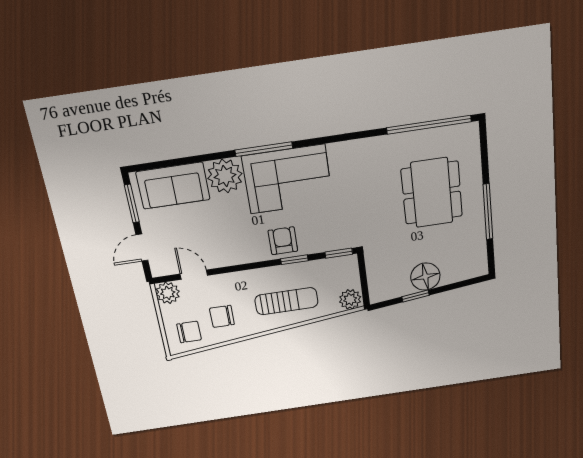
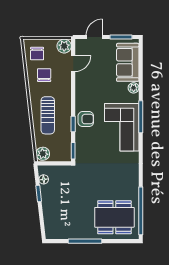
plant: (225, 176) -> (134, 88), width x0.53, depth x0.53
dining table: (432, 193) -> (114, 217), moved
door: (142, 248) -> (94, 37), hinge flipped
floor lamp: (425, 277) -> (44, 179), moved, width x0.53, depth x0.53

